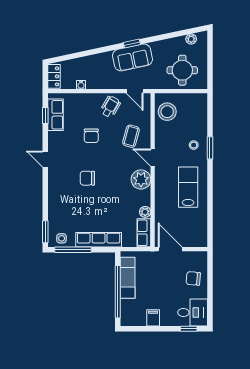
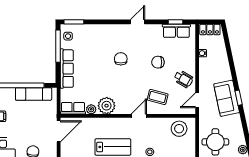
plant: (141, 179) -> (107, 106), moved

